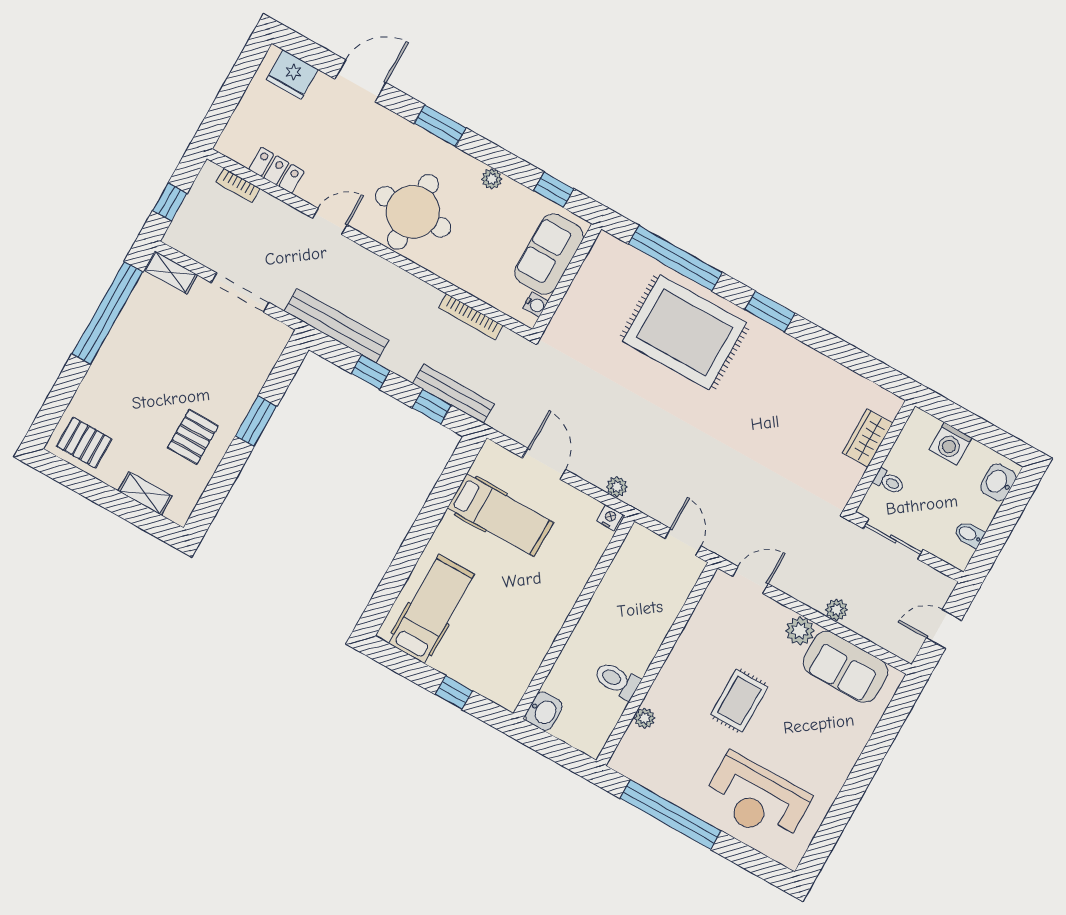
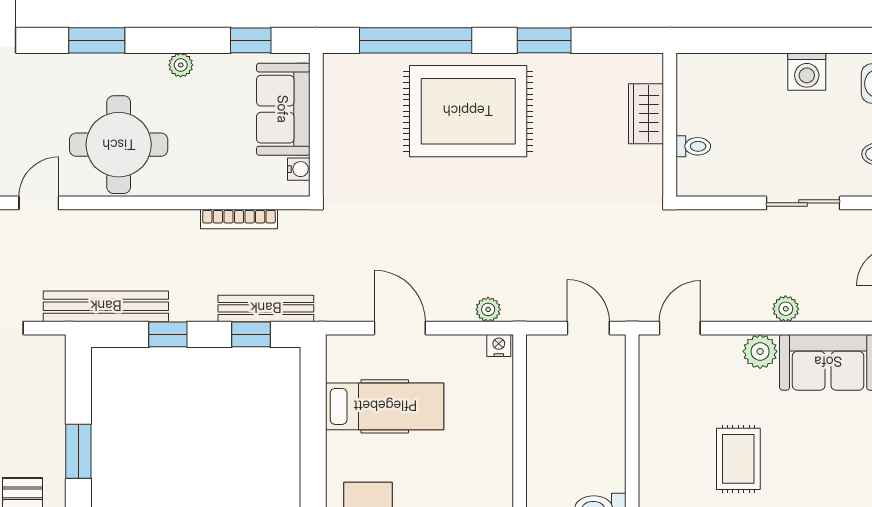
wardrobe: (868, 438) -> (646, 114), moved
wall: (880, 456) -> (670, 125), moved
toilet: (889, 482) -> (693, 146), moved

